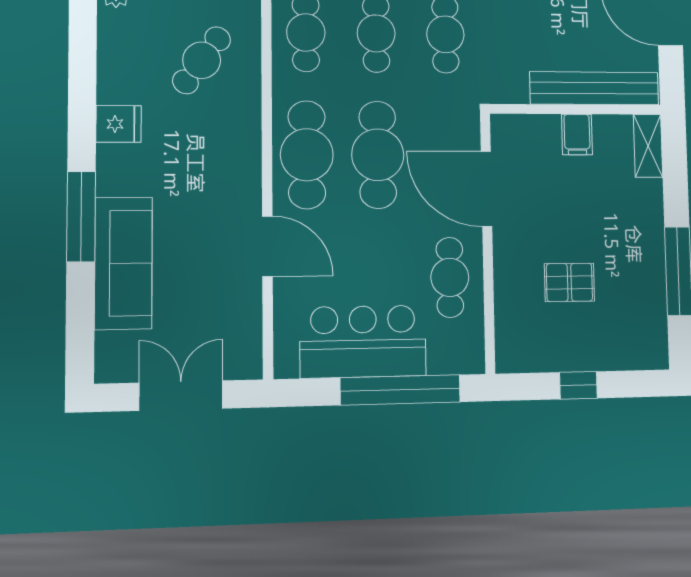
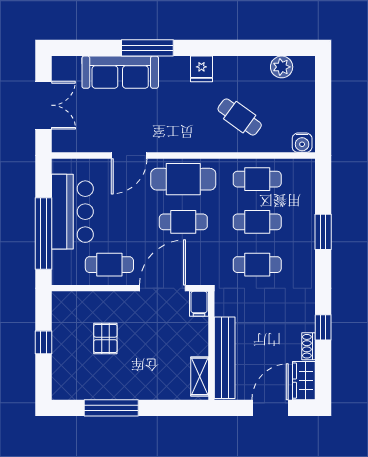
filing cabinet: (577, 134) -> (199, 304), moved, turned -90
shelving: (648, 146) -> (200, 376), moved, turned 90
cafe table: (378, 155) -> (183, 222), width x0.73, depth x0.74

